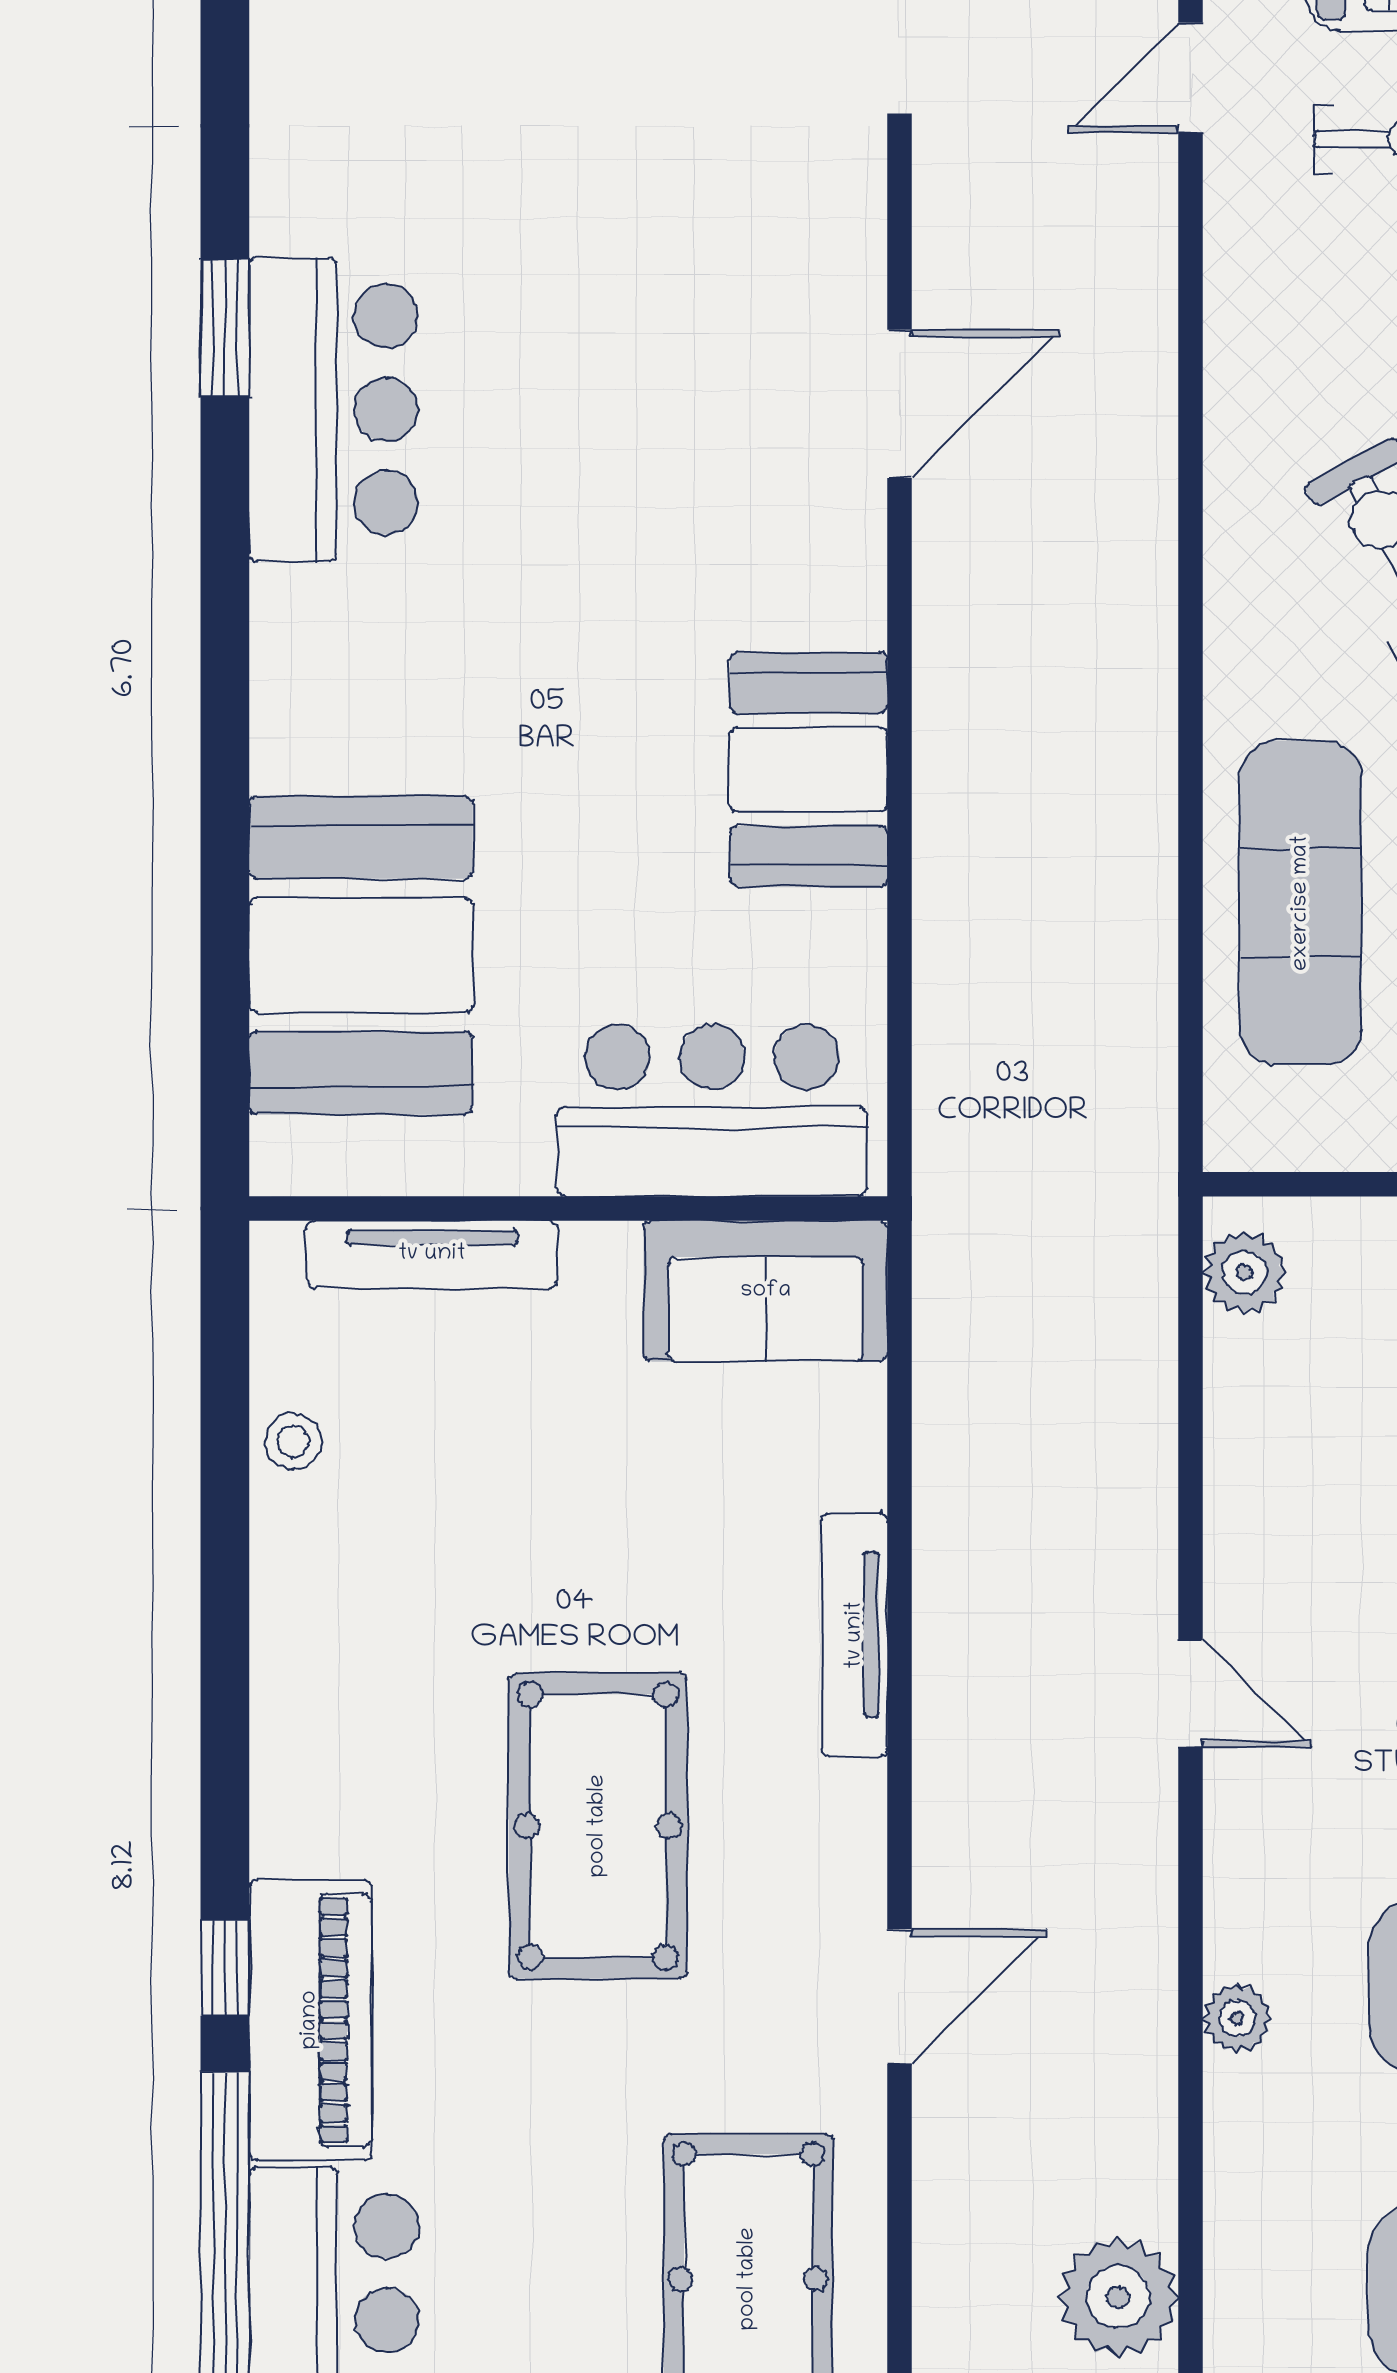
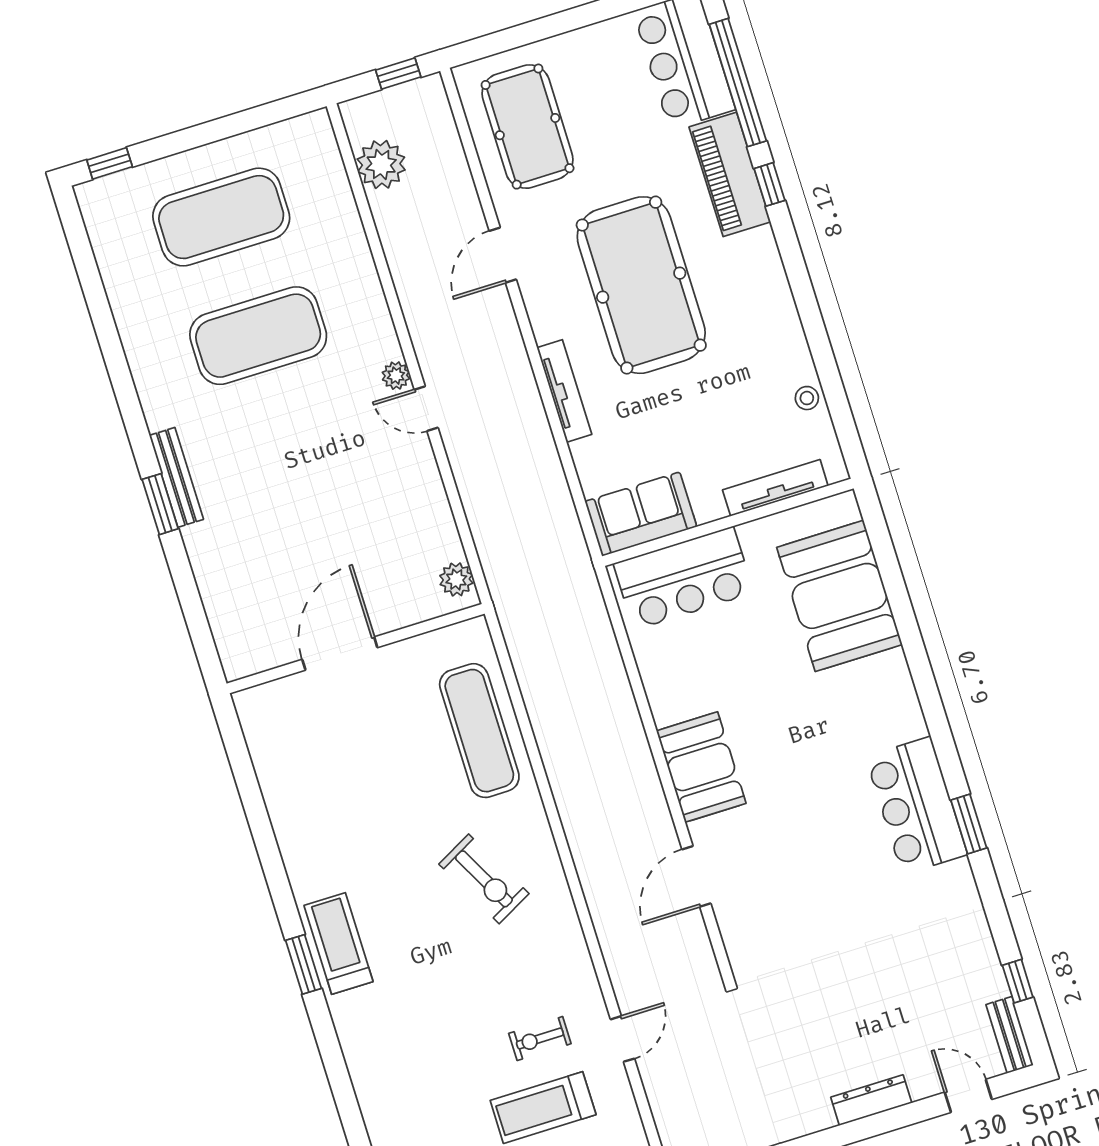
booth: (809, 770) -> (701, 767), moved
pool table: (598, 1826) -> (641, 285), width x1.36, depth x1.32
plant: (1237, 2018) -> (396, 376), moved

